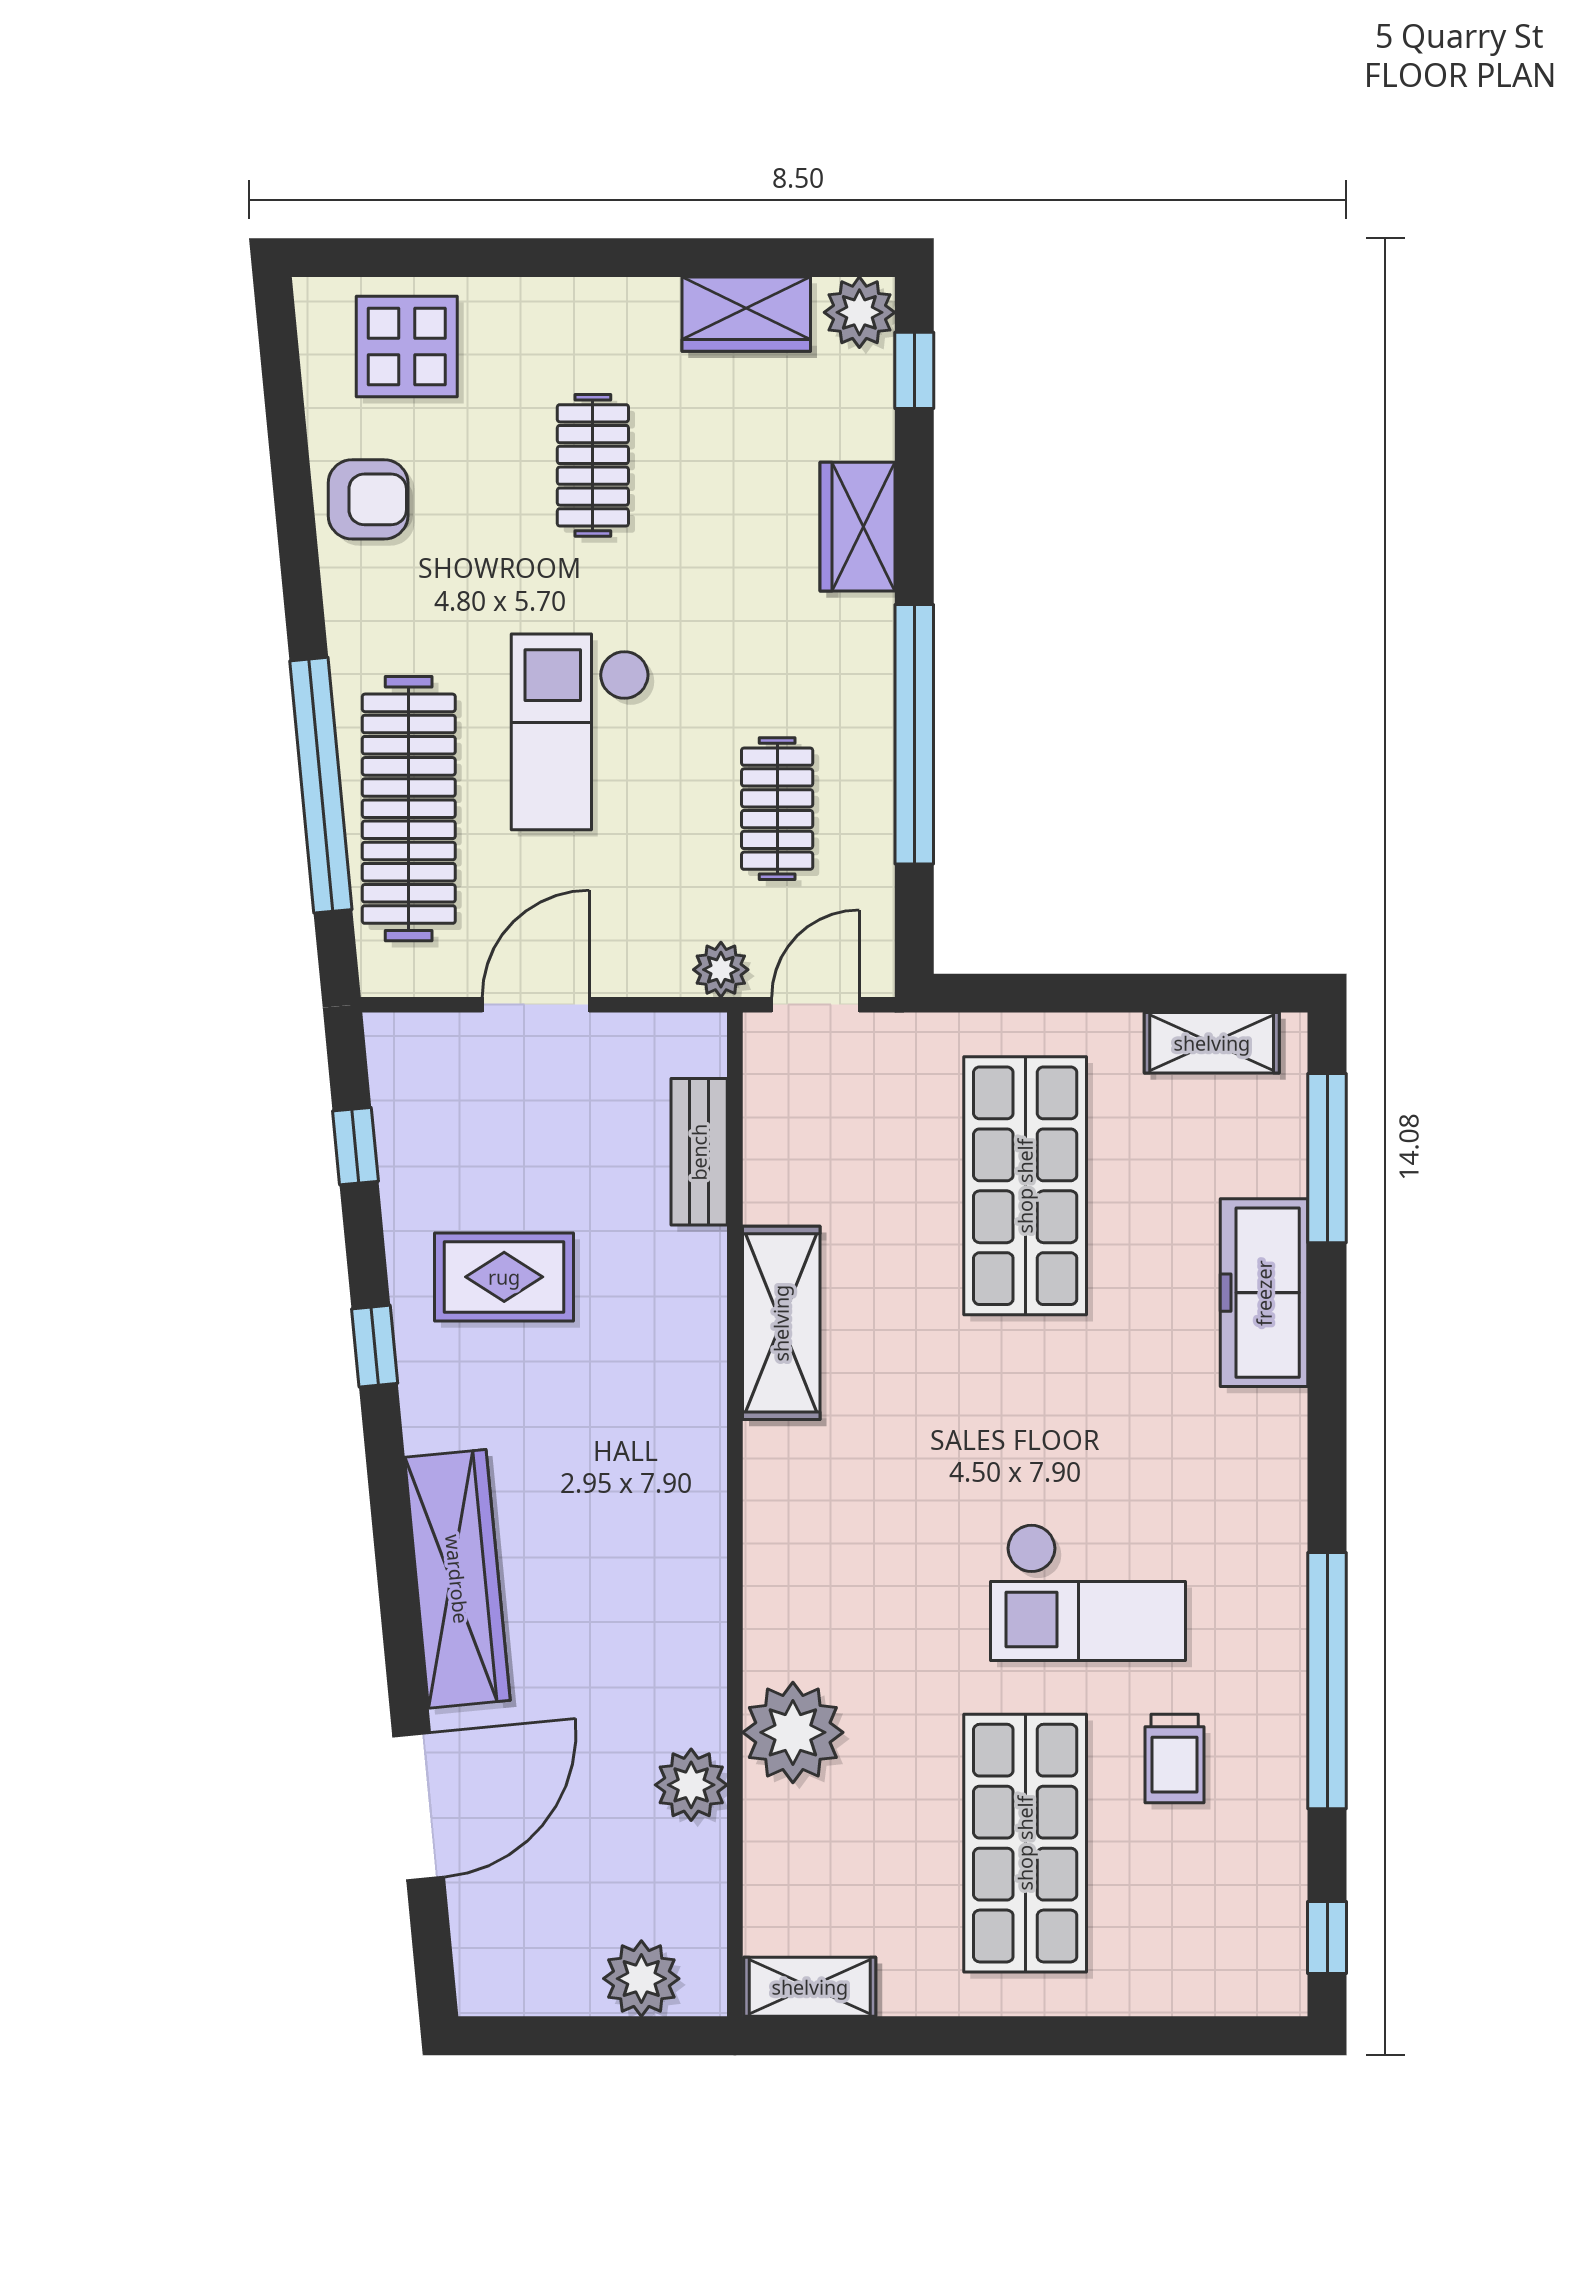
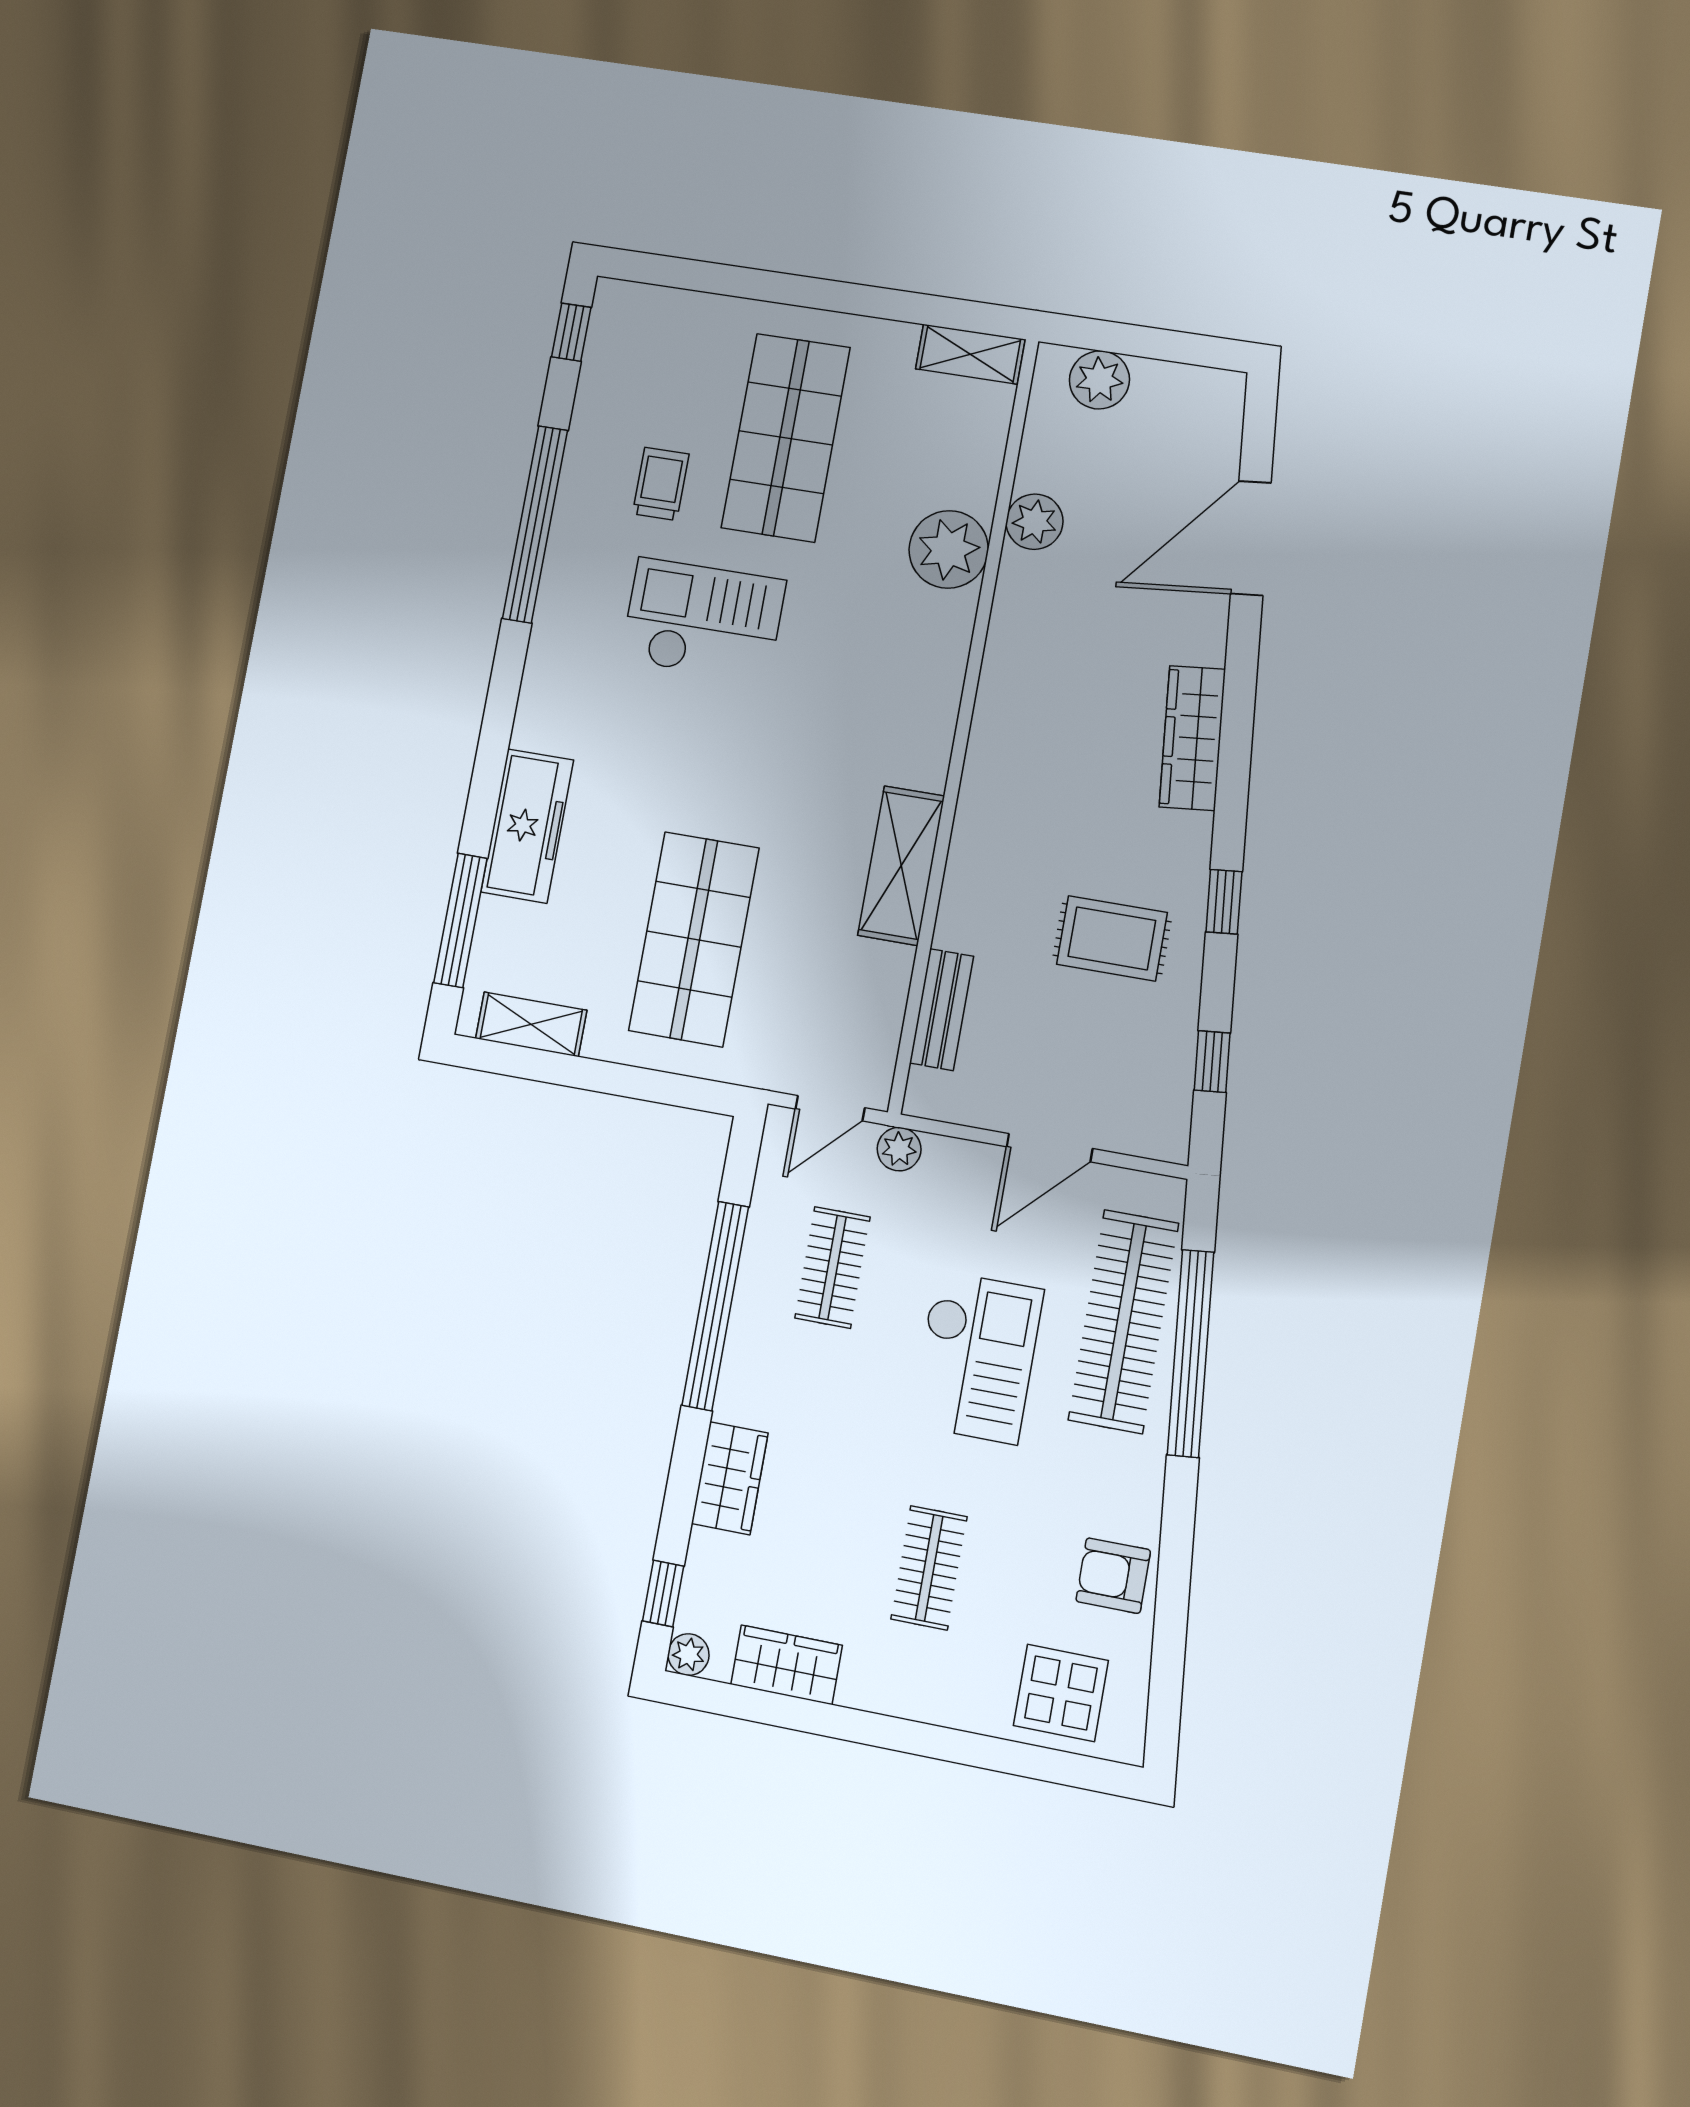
plant: (859, 312) -> (688, 1655), width x0.73, depth x0.73
wardrobe: (457, 1579) -> (1192, 738), width x0.71, depth x0.85

